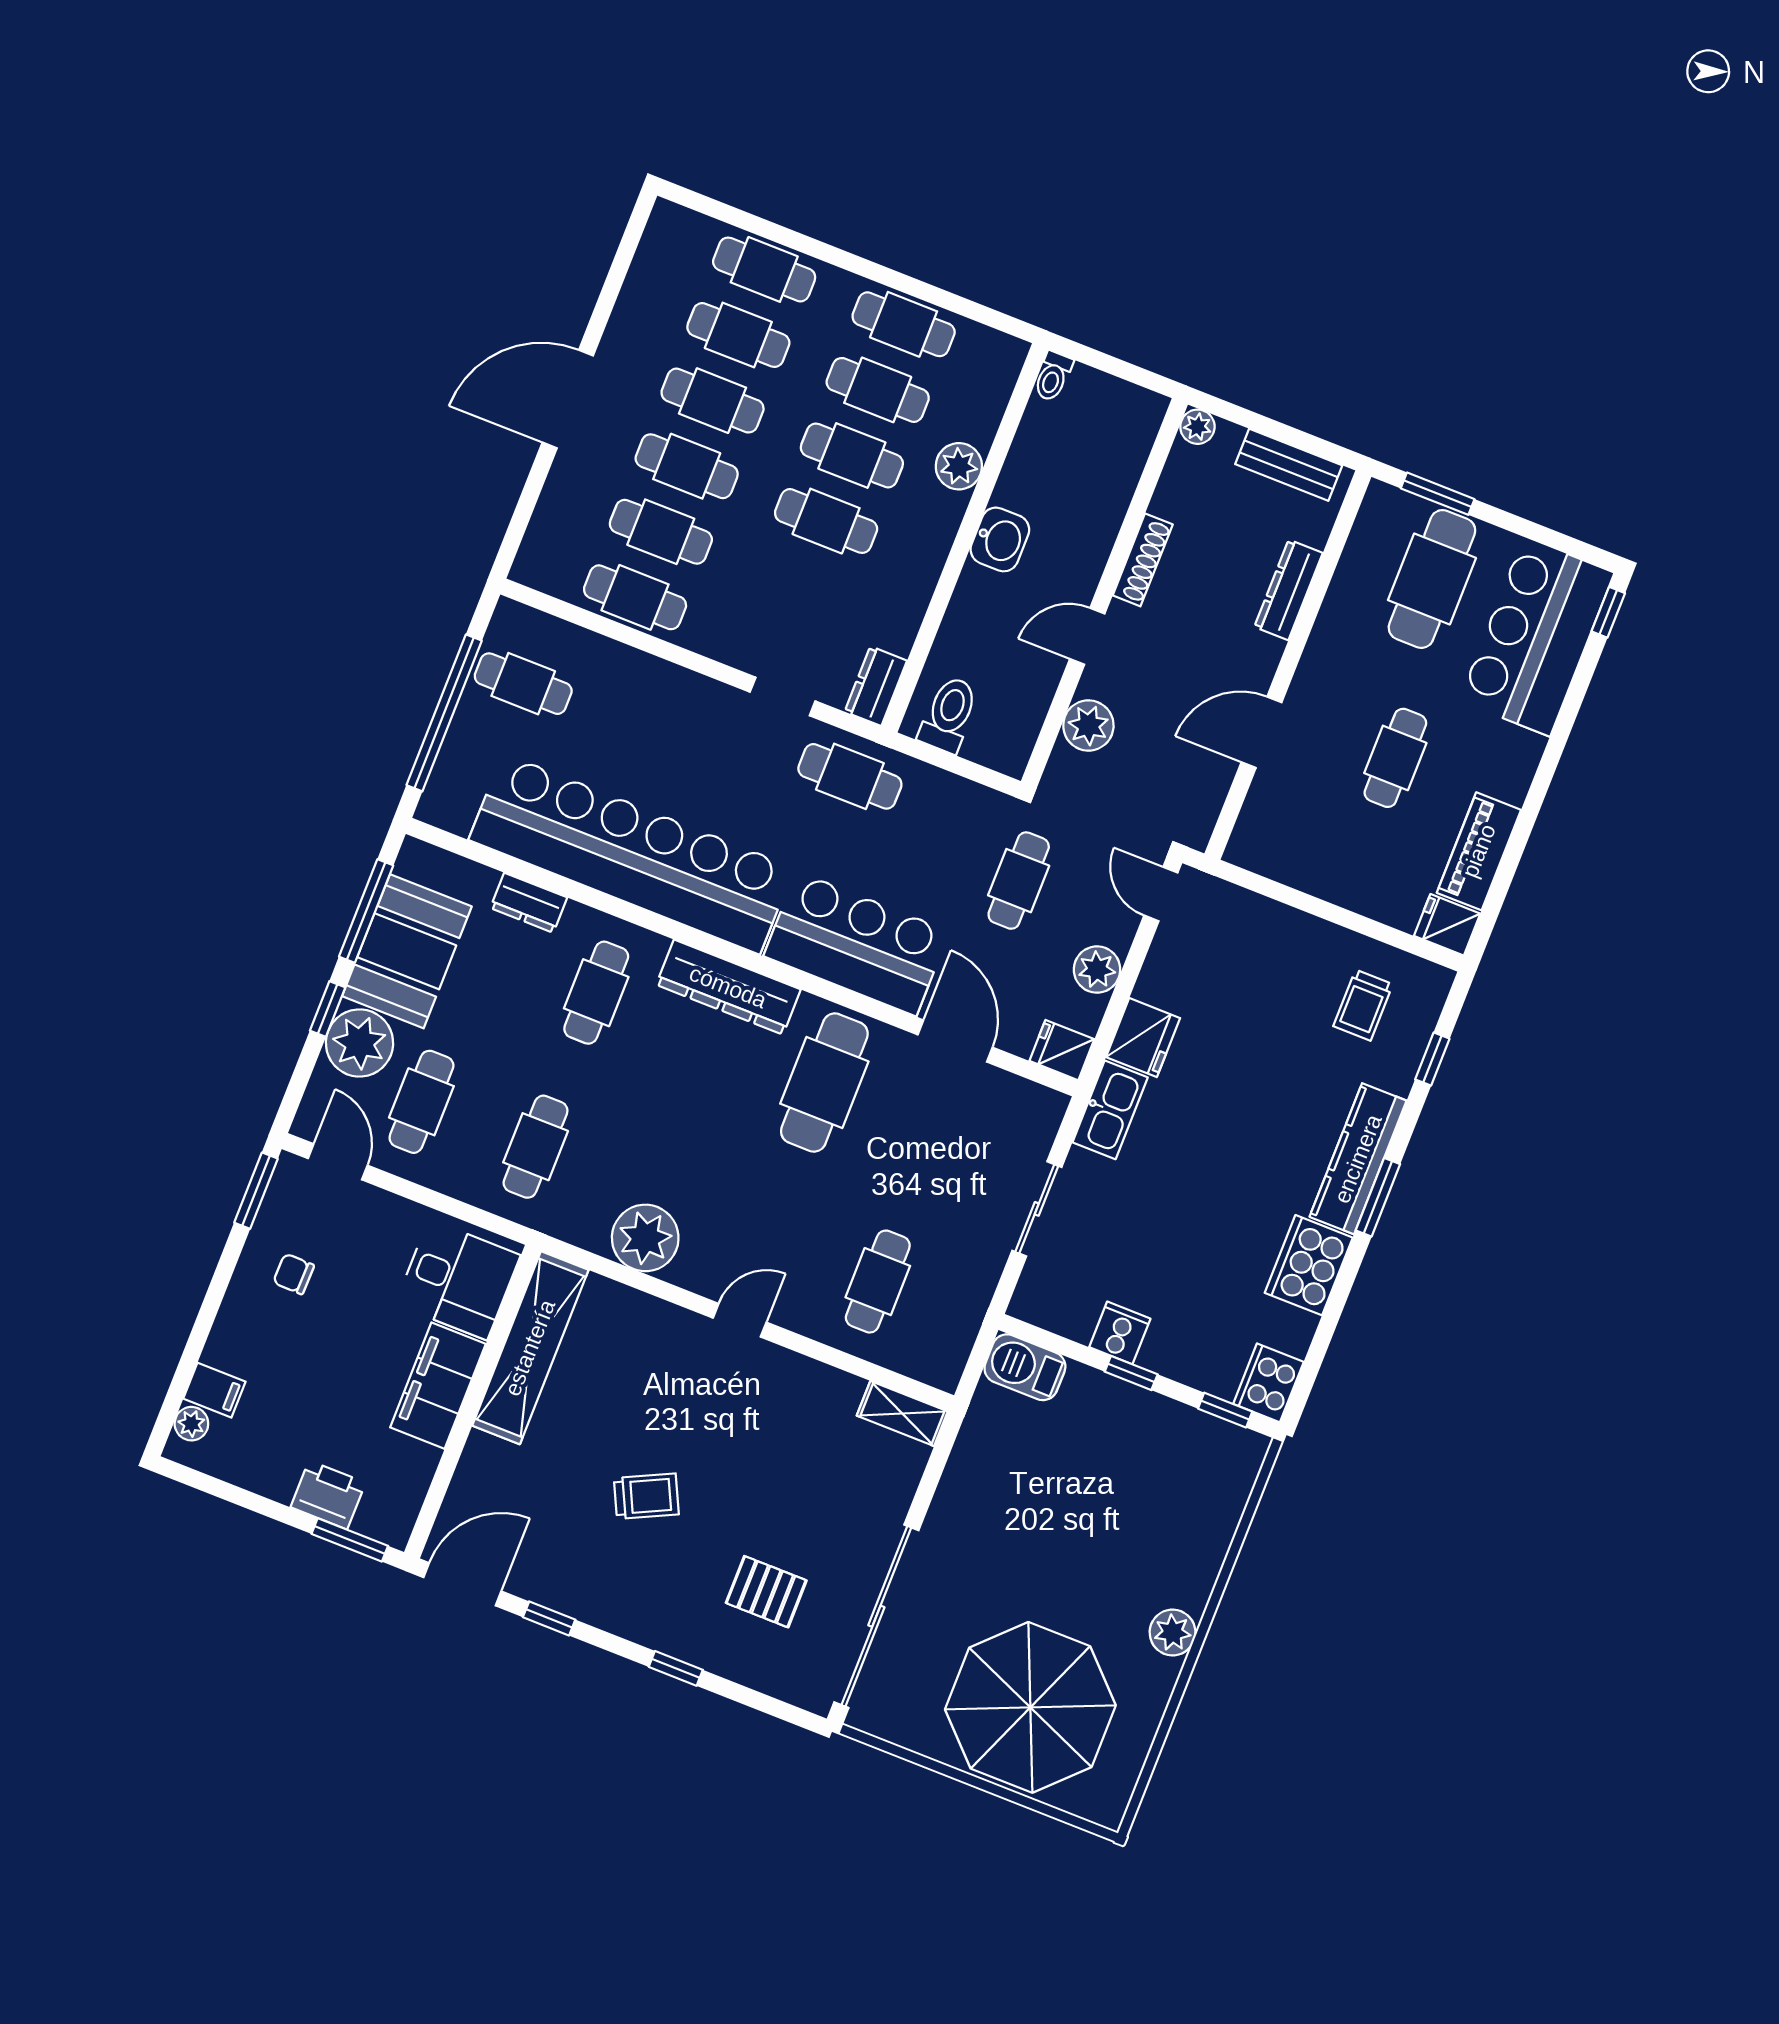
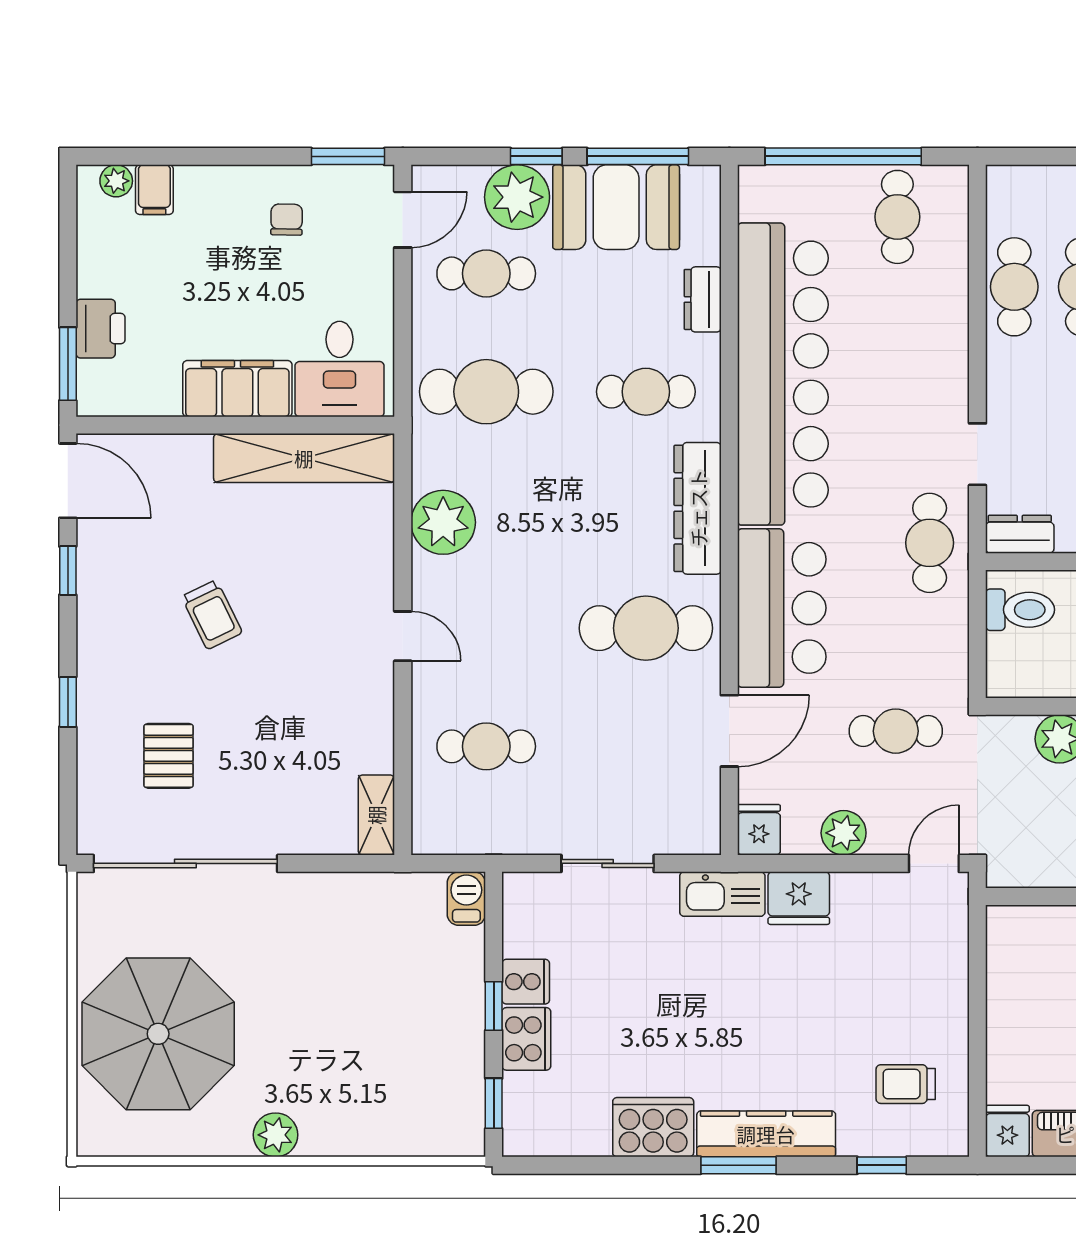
cafe table: (536, 1147) -> (486, 392), width x1.37, depth x1.35
barbecue: (1025, 1367) -> (466, 899), width x0.73, depth x0.79
cooker: (1268, 1383) -> (526, 1039), moved, turned 90

